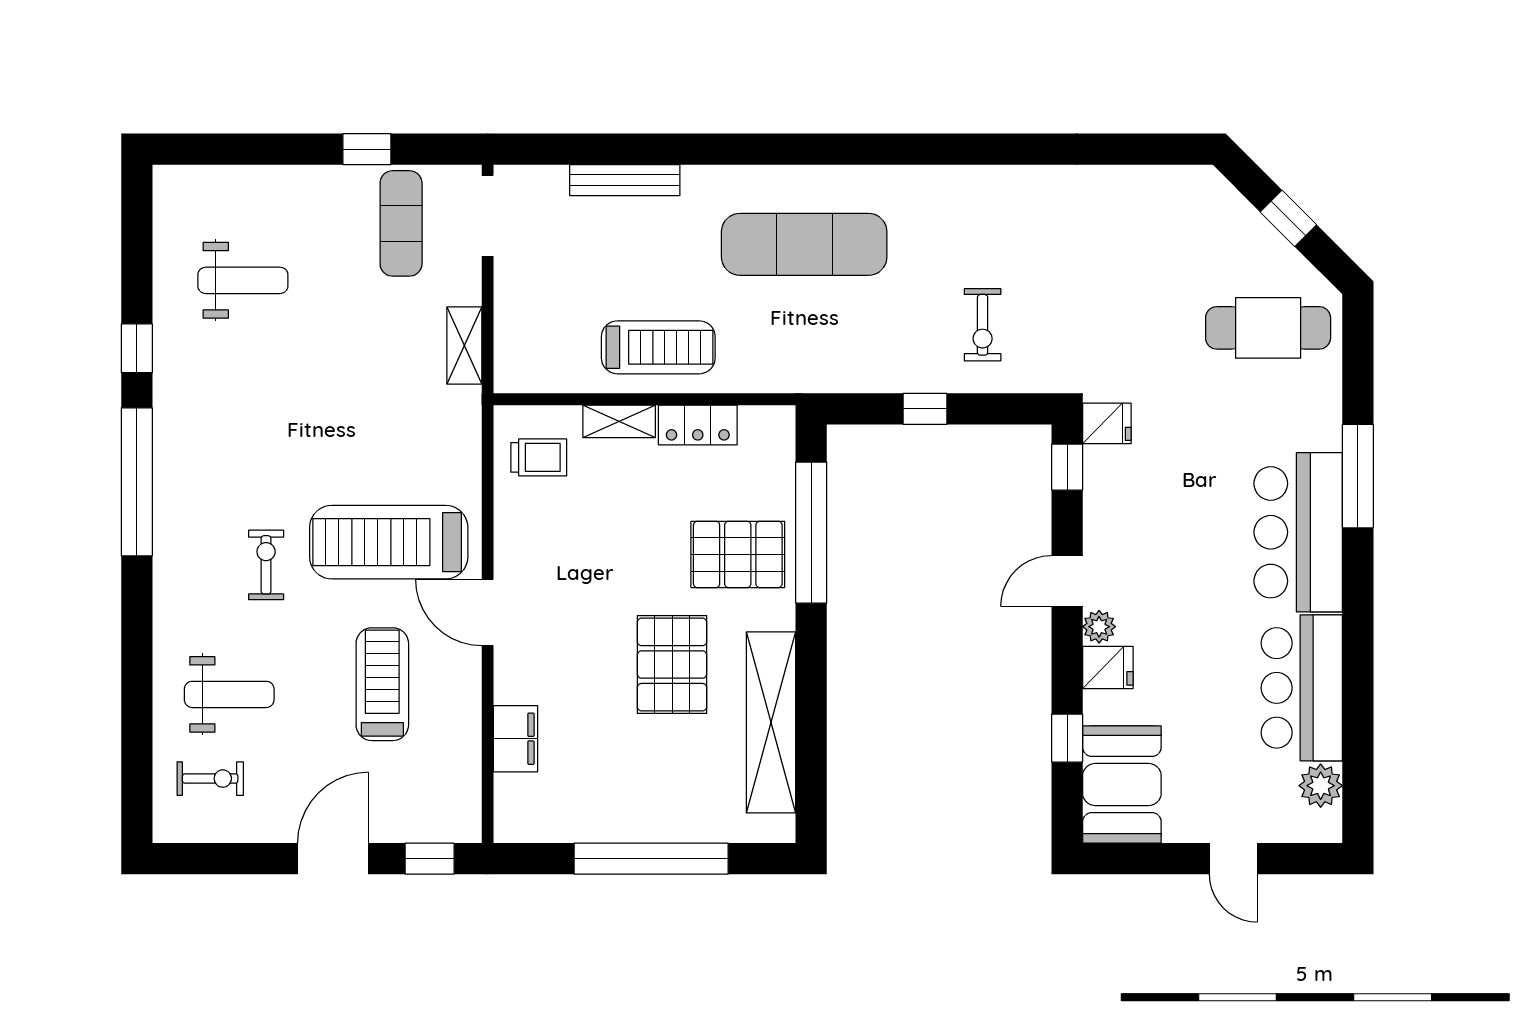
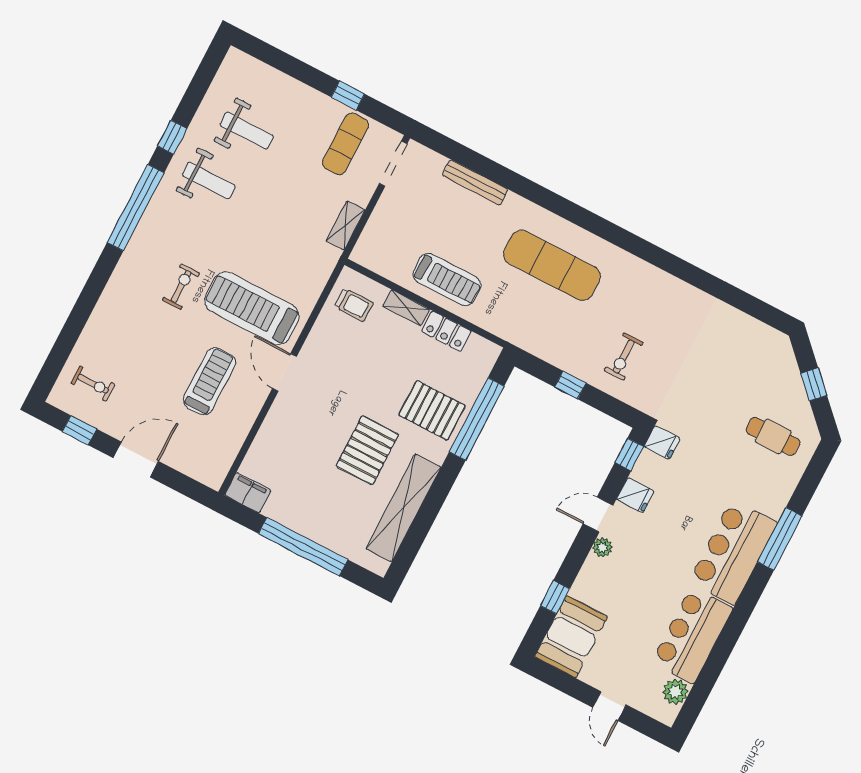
cafe table: (1268, 328) -> (773, 436), width x0.73, depth x0.74
fridge: (1108, 667) -> (635, 495), moved
weight bench: (229, 694) -> (209, 180), moved
filing cabinet: (515, 739) -> (248, 493), moved, turned -90
window: (430, 859) -> (80, 430), moved

